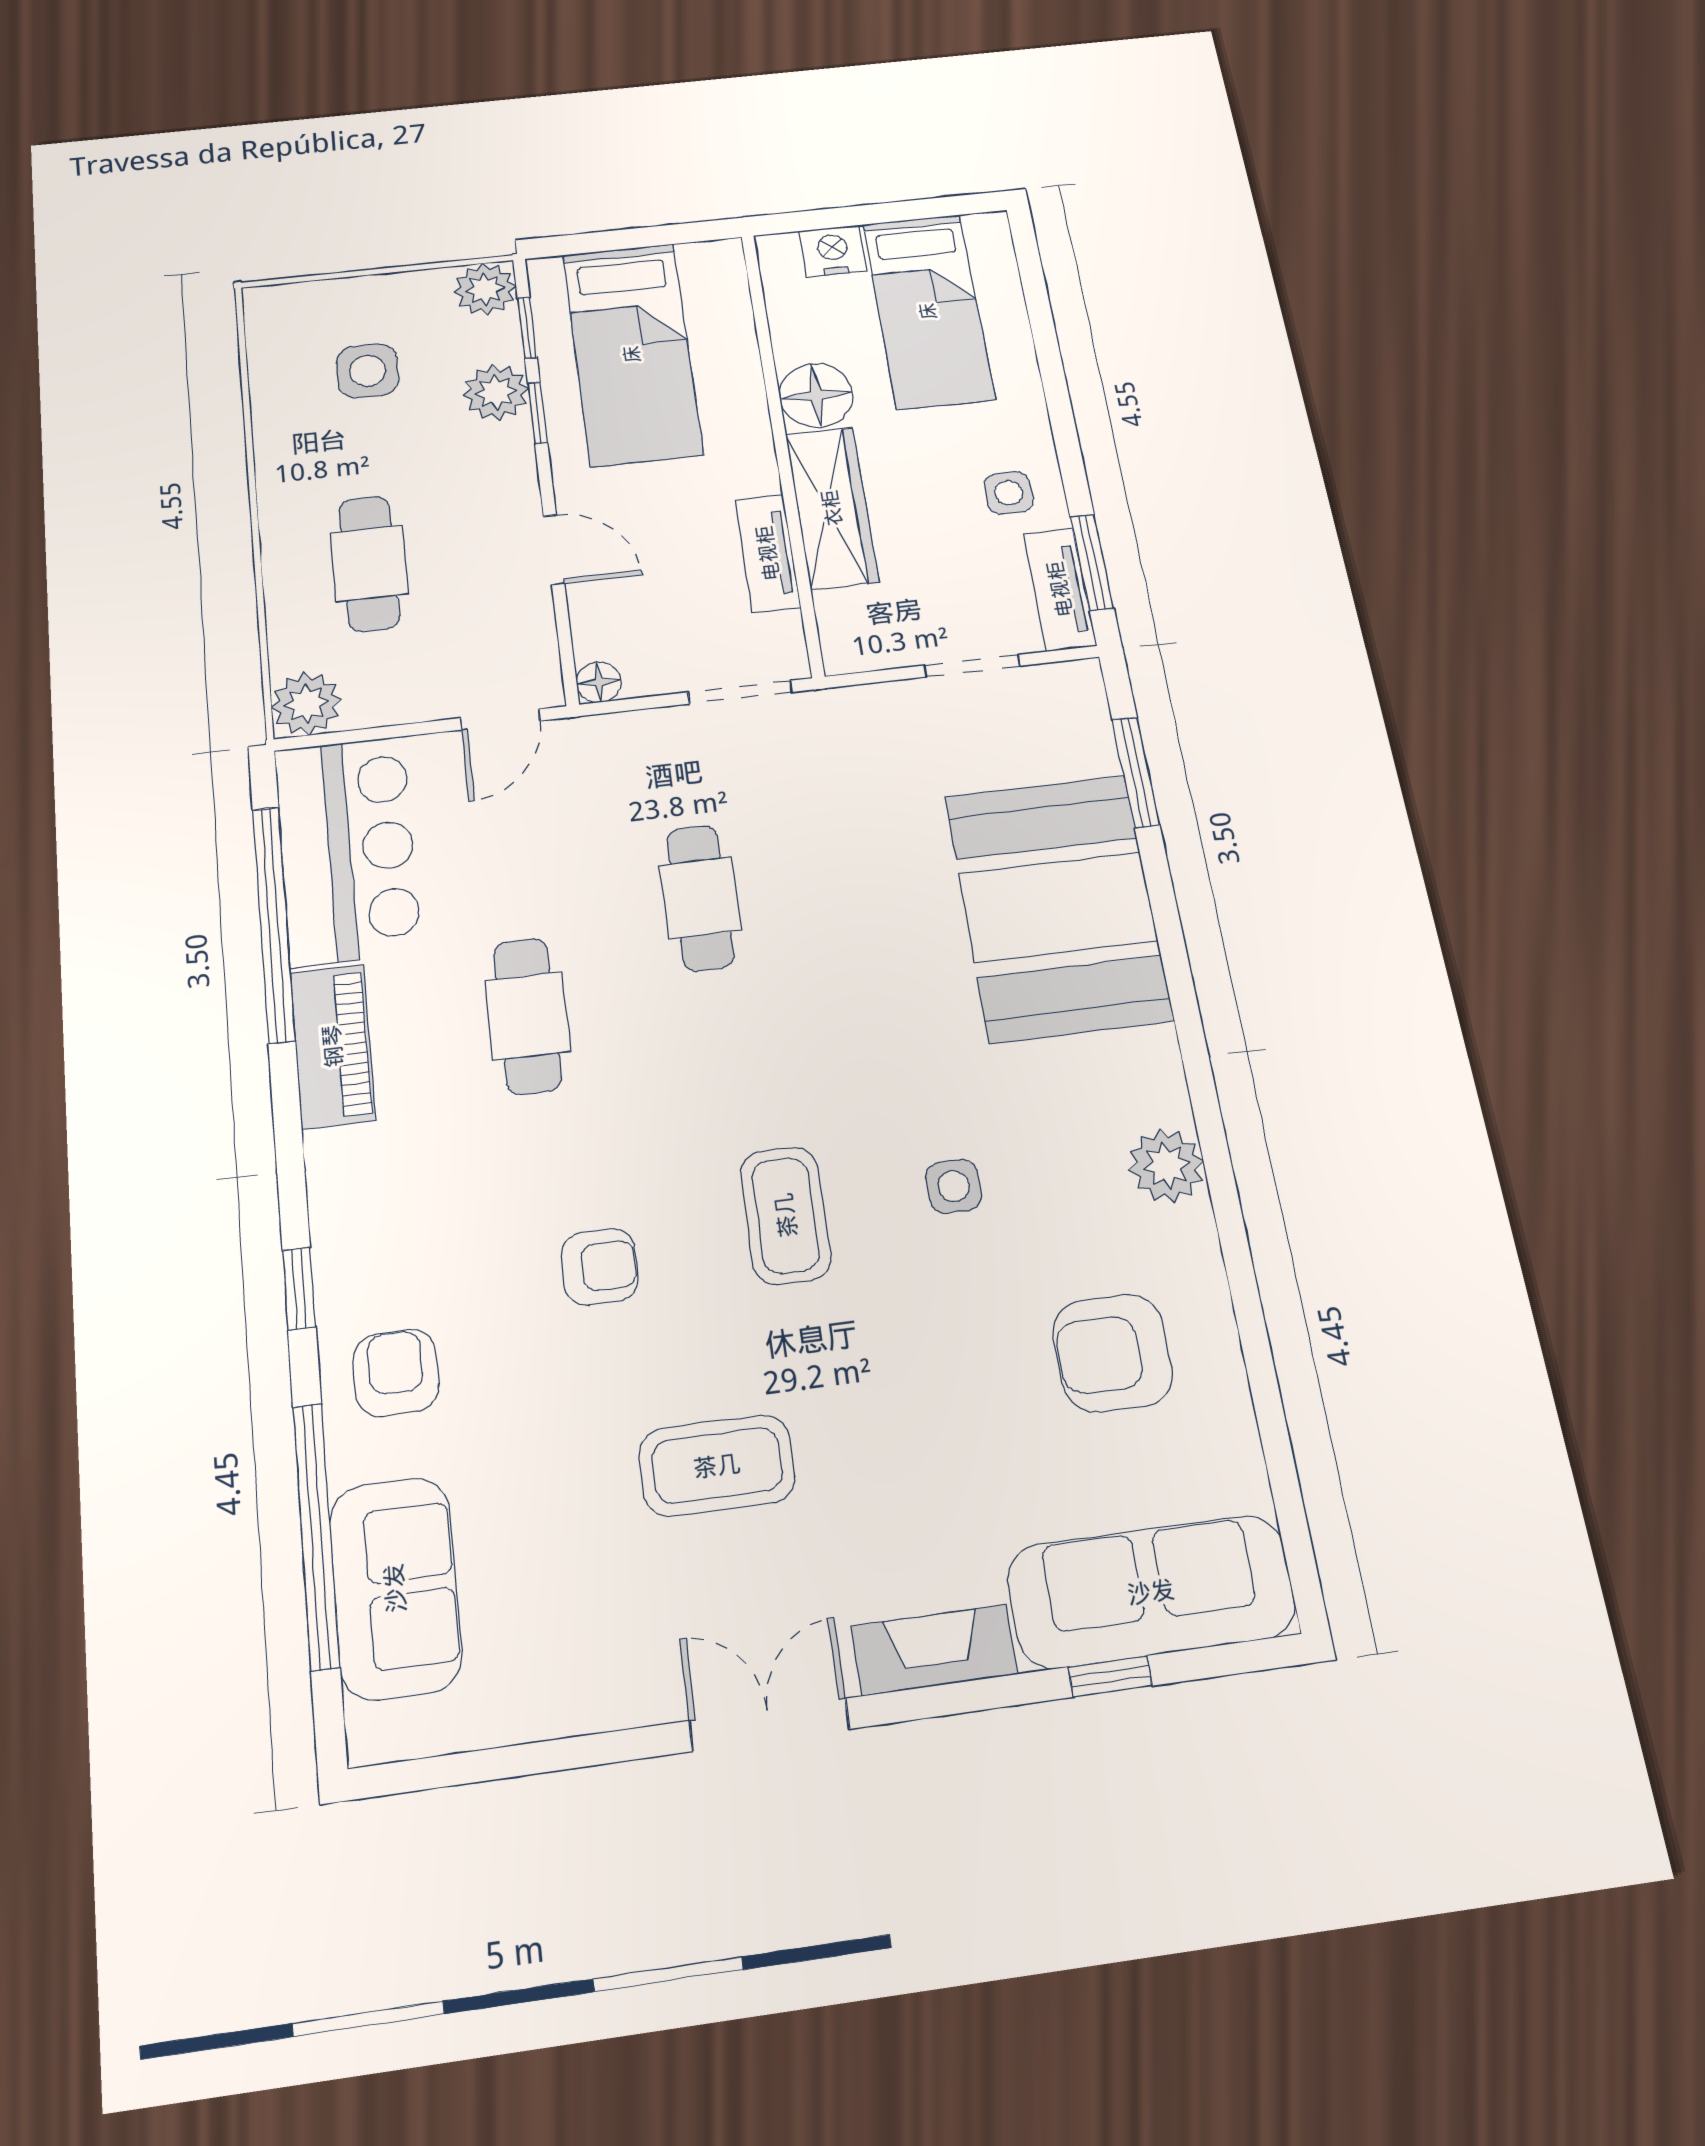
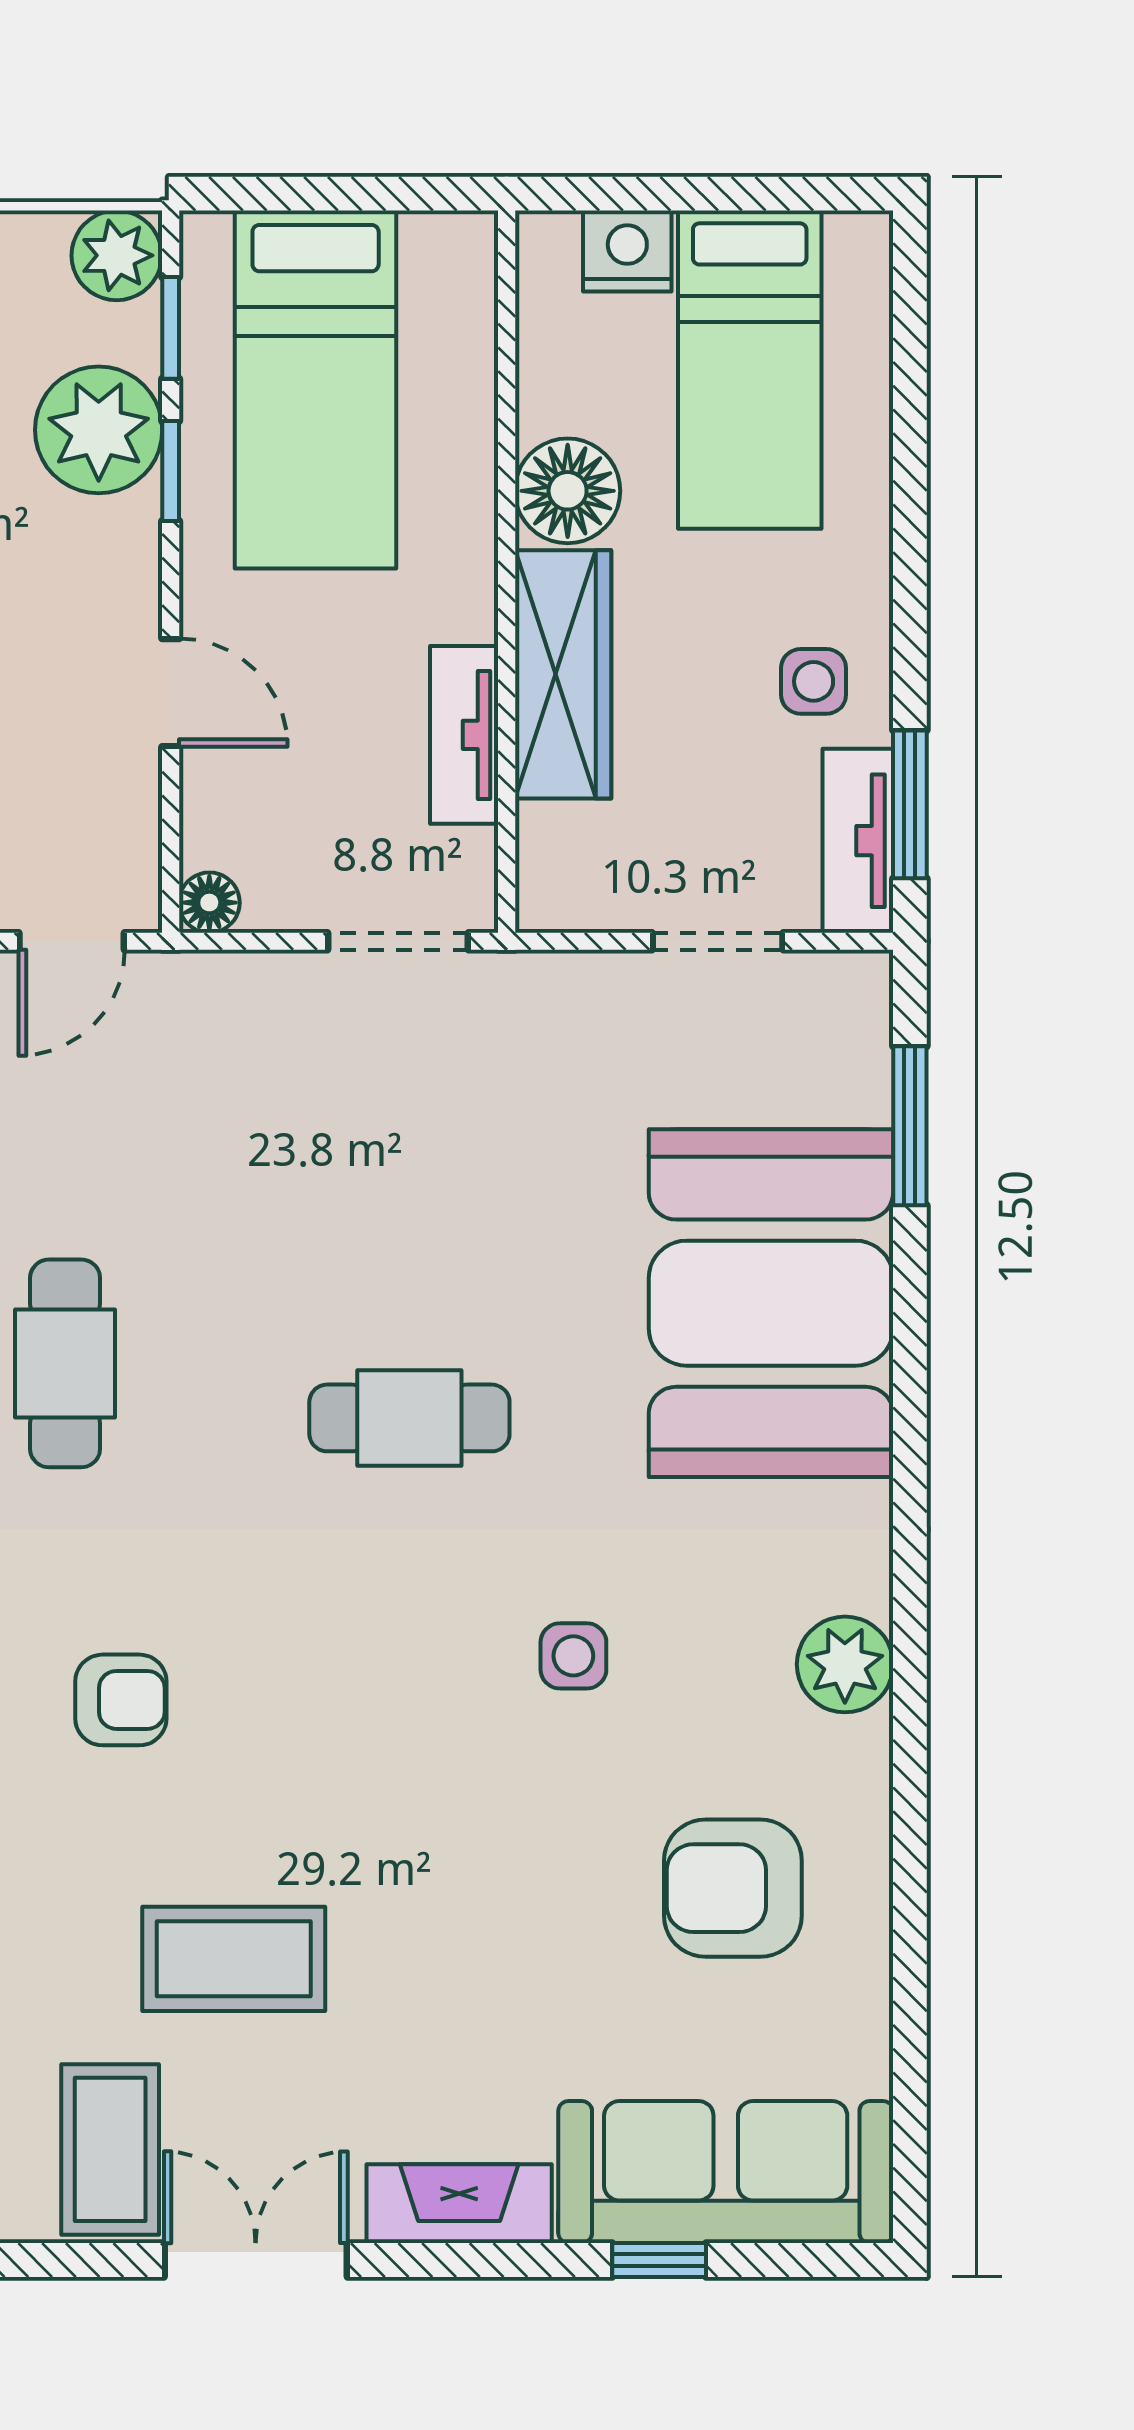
plant: (496, 392) -> (99, 430), width x1.36, depth x1.36
cafe table: (700, 898) -> (409, 1418), moved, turned 90
coffee table: (786, 1215) -> (110, 2149), moved

